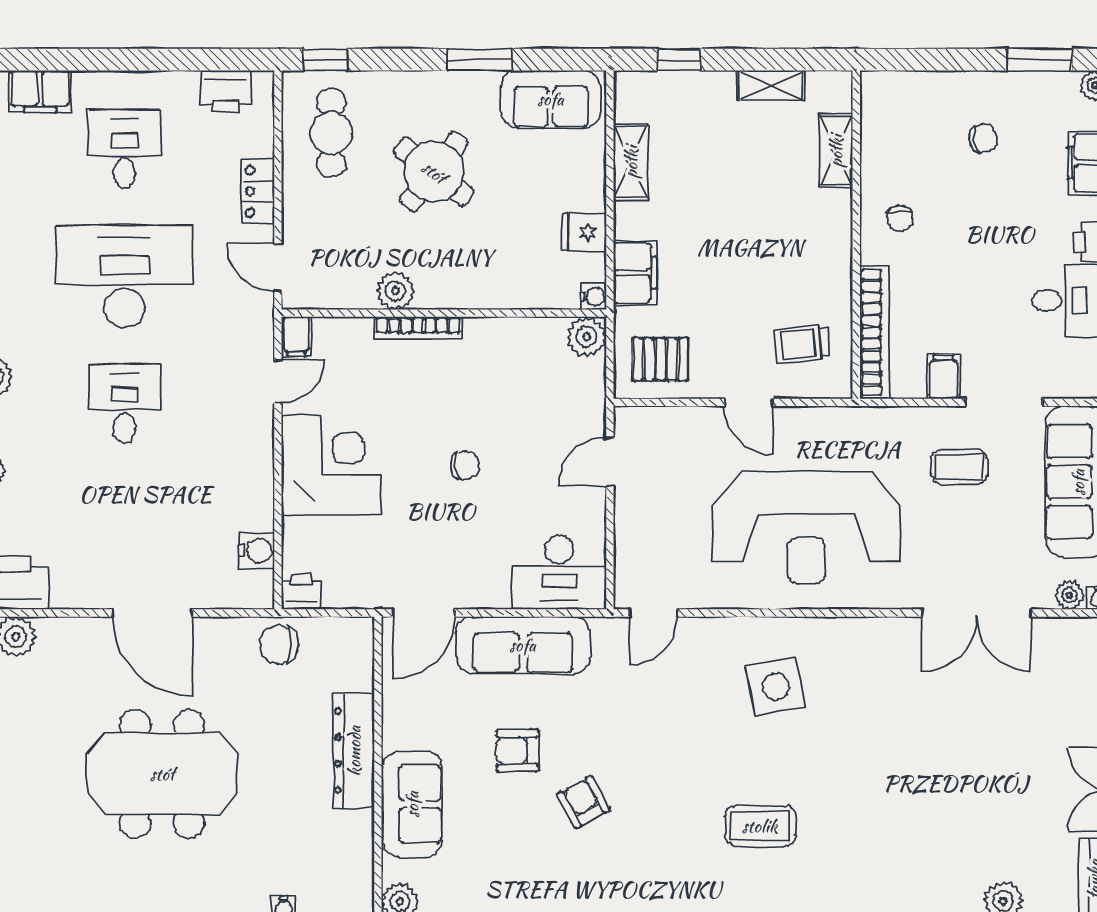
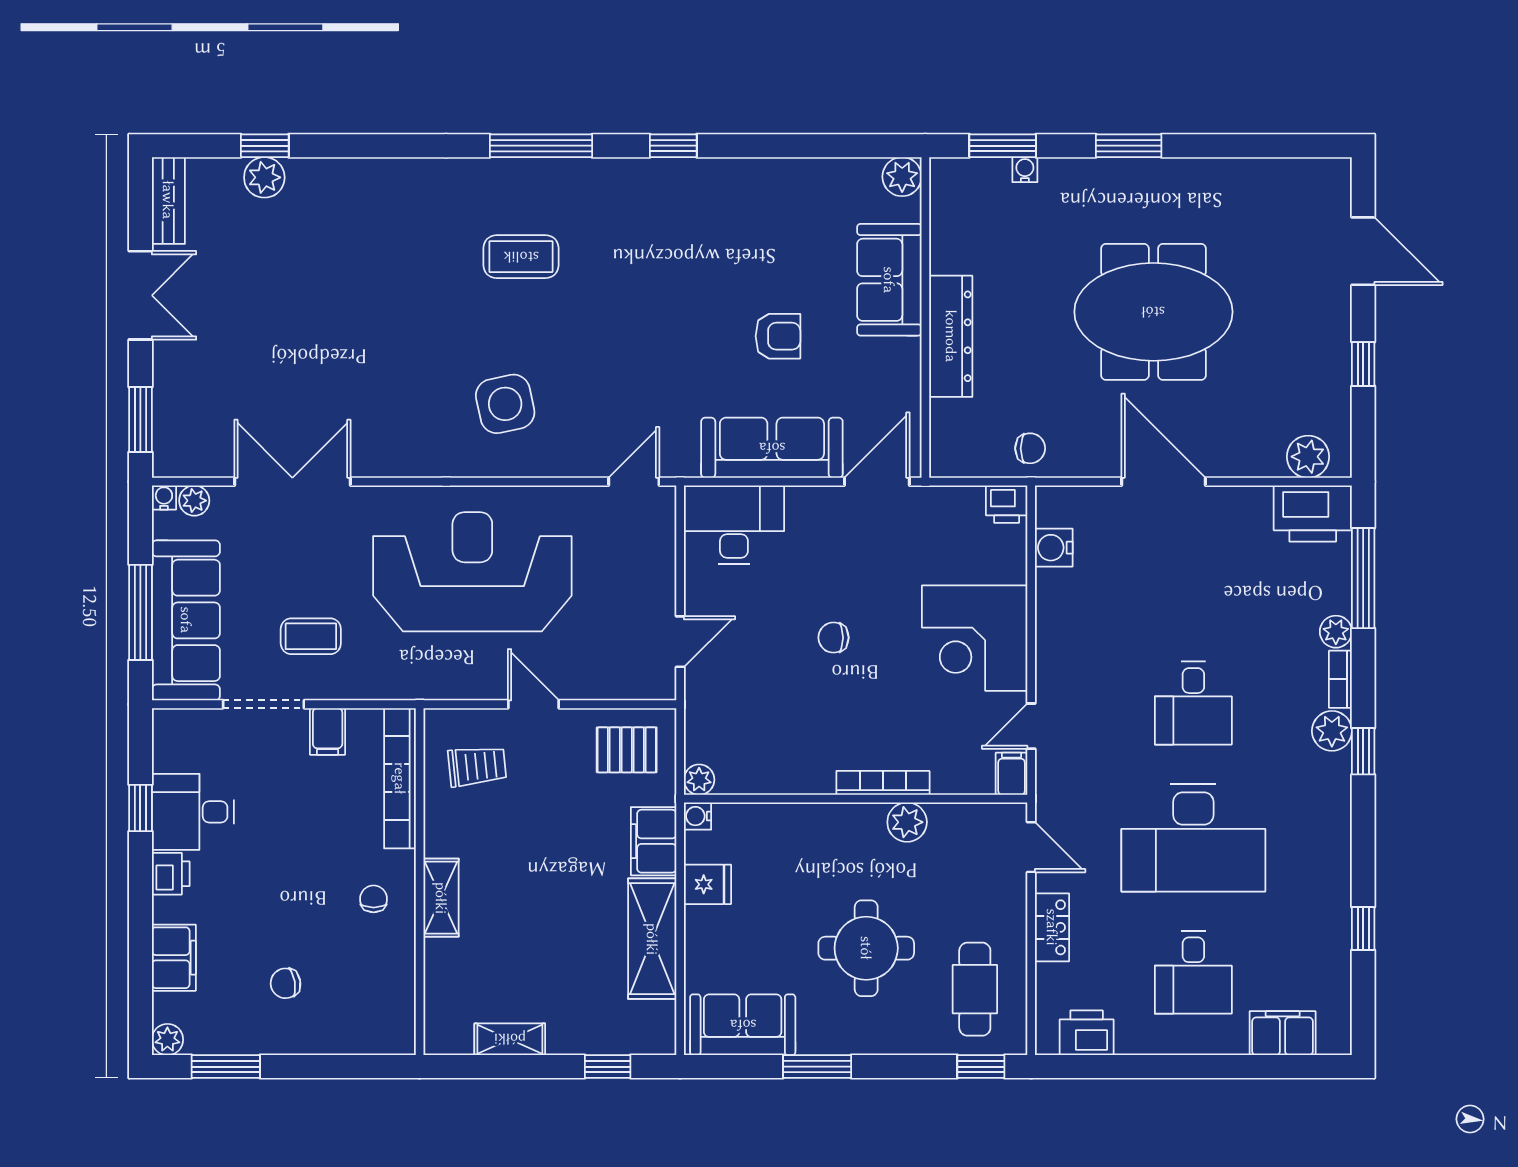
shelving: (836, 151) -> (441, 898), moved
shelving: (631, 162) -> (652, 939), width x1.50, depth x1.33
round table: (434, 172) -> (866, 948), turned -38
plant: (587, 337) -> (699, 780), width x0.73, depth x0.73
chair: (279, 645) -> (1030, 448), width x0.73, depth x0.73
armchair: (584, 802) -> (708, 282), removed

